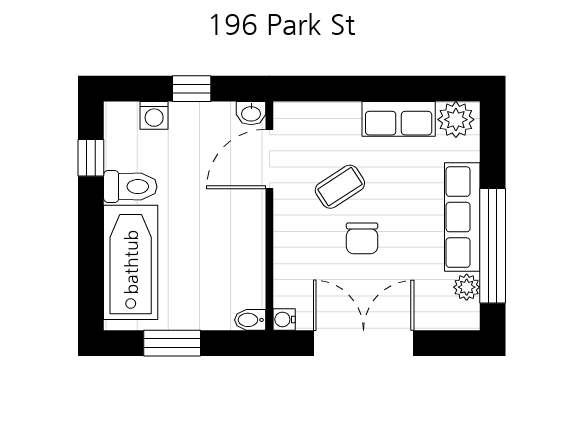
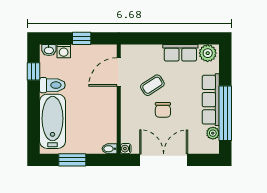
washbasin: (251, 113) -> (49, 50), moved

